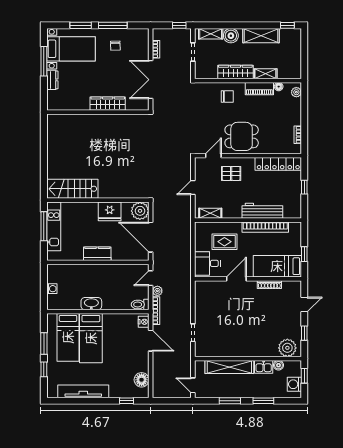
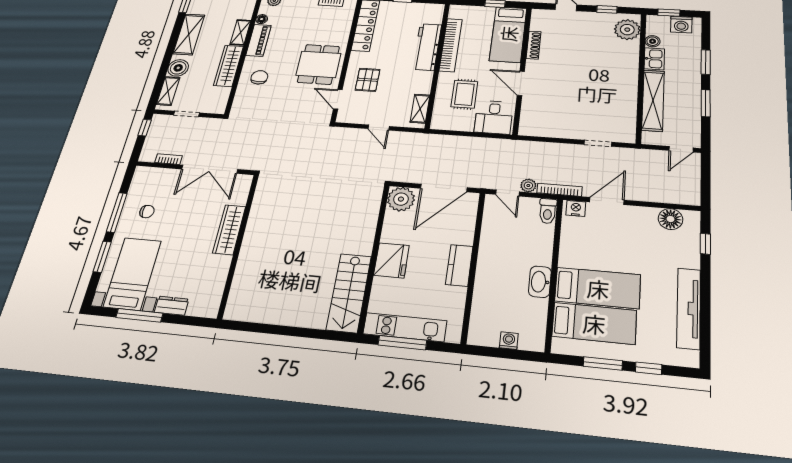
fridge: (110, 211) -> (391, 260), moved

